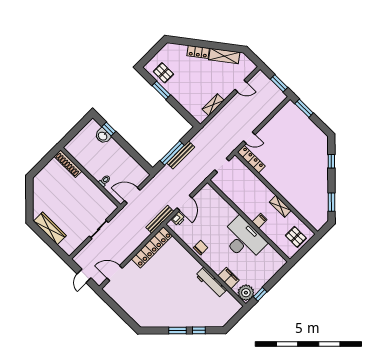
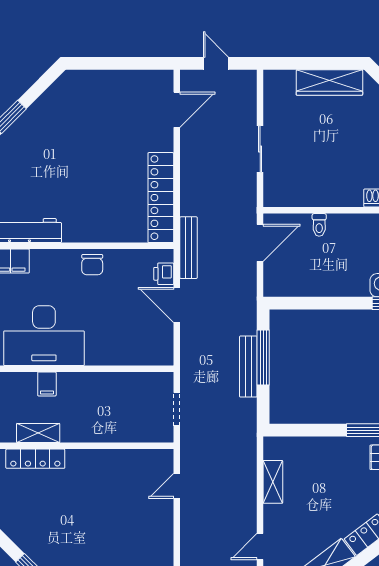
locker: (251, 159) -> (35, 459), moved

